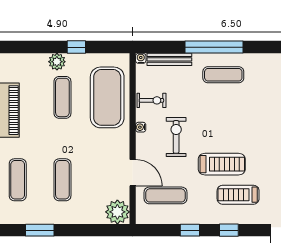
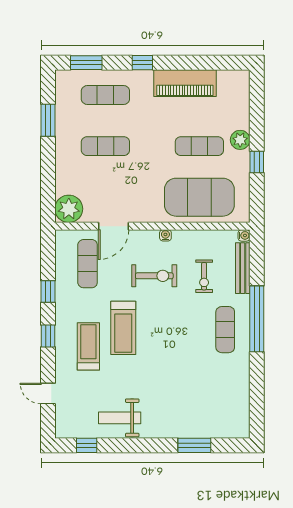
exercise bike: (151, 100) -> (204, 276), moved

